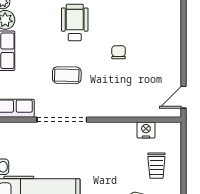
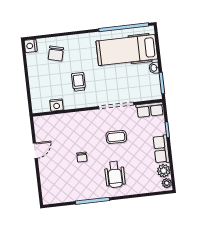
door: (183, 97) -> (35, 151), moved
trolley: (156, 166) -> (79, 82), moved

